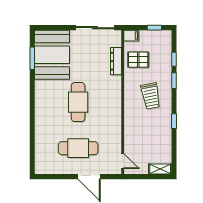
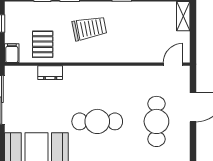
dresser: (116, 61) -> (50, 73), width x0.70

